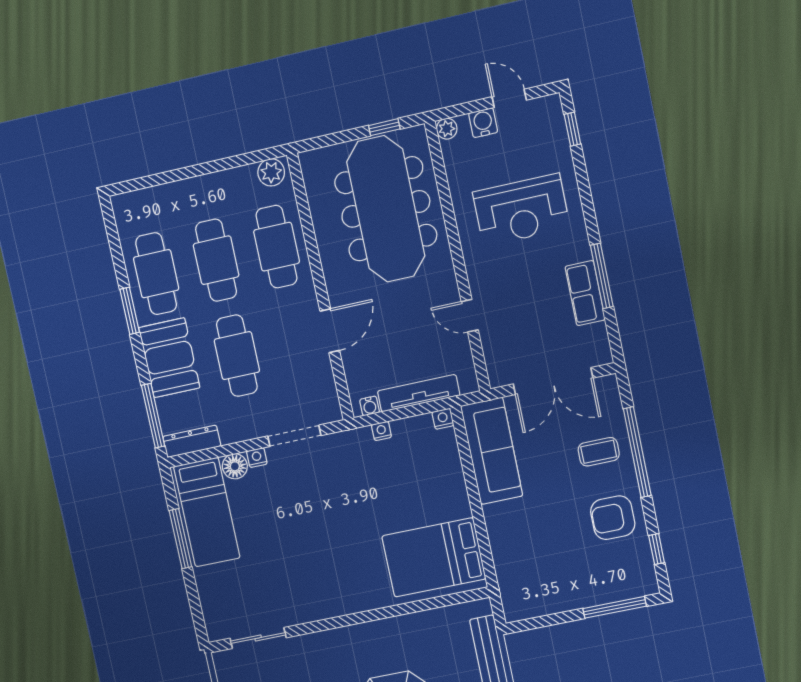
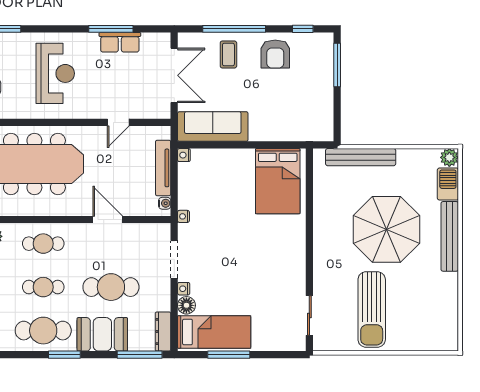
cafe table: (277, 247) -> (43, 244), width x0.73, depth x0.74
cafe table: (216, 260) -> (43, 287), width x0.73, depth x0.74
nightstand: (381, 431) -> (183, 216), moved

